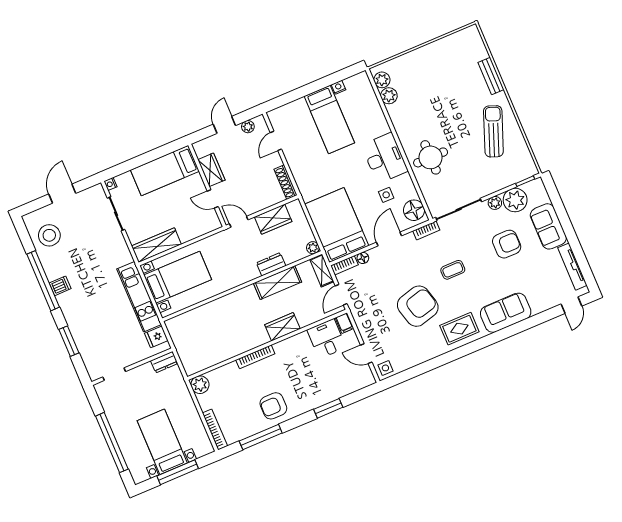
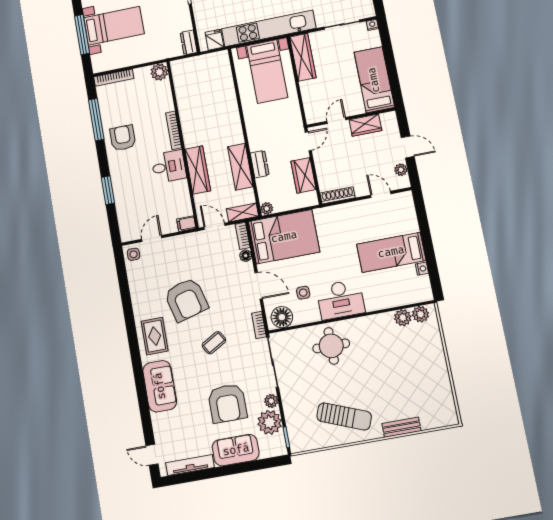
armchair: (507, 244) -> (227, 403), width x1.36, depth x1.36
coffee table: (453, 270) -> (214, 343), turned 60
kitchen unit: (139, 297) -> (269, 28), width x1.36
wardrobe: (282, 327) -> (198, 170), width x1.50
desk: (327, 339) -> (169, 167), moved

